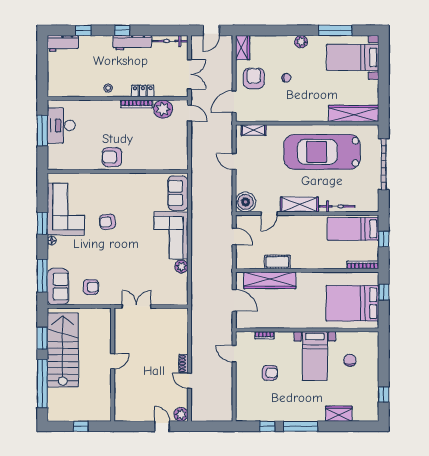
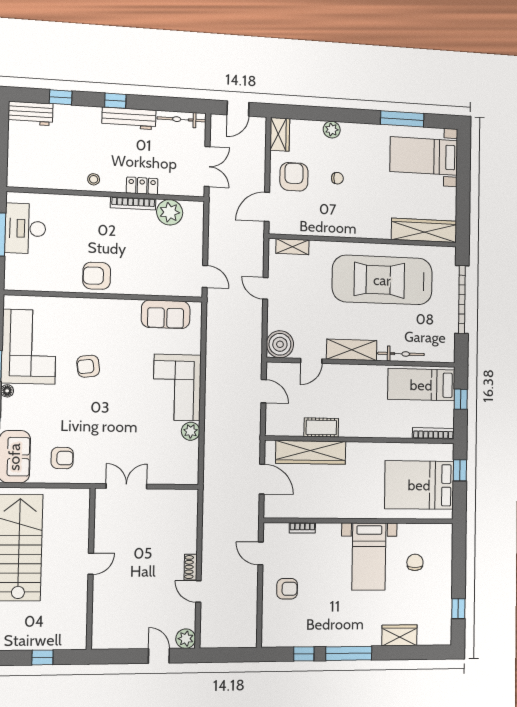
plant: (301, 42) -> (332, 130), moved
door: (189, 113) -> (205, 276), moved
sofa: (178, 193) -> (166, 314), moved, turned -90
armchair: (270, 373) -> (287, 589), moved

